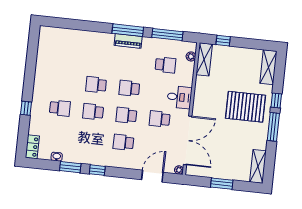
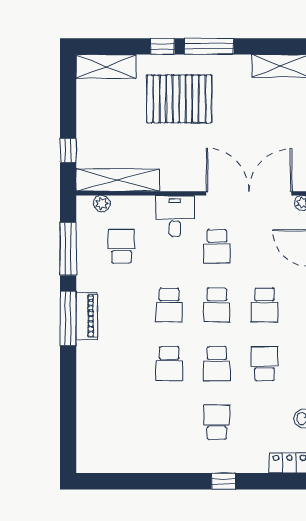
shelving: (204, 59) -> (118, 180), width x1.47
pallet: (245, 107) -> (179, 99), turned 90
school desk: (90, 139) -> (264, 364), added

